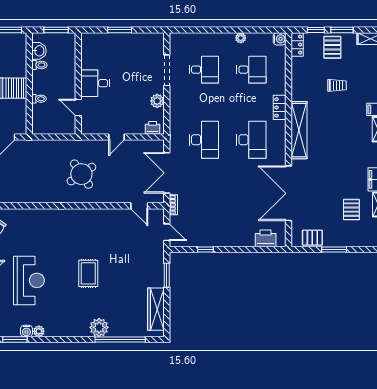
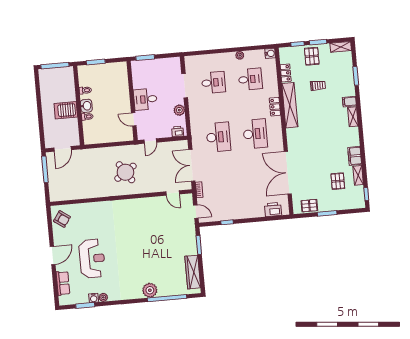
locker: (297, 45) -> (286, 73), moved
washbasin: (39, 51) -> (86, 106), moved
desk: (95, 83) -> (145, 99), moved
wall: (78, 84) -> (132, 101), moved
door: (78, 108) -> (134, 119), moved
shelving: (299, 130) -> (290, 105), moved
rug: (88, 273) -> (138, 249), removed

